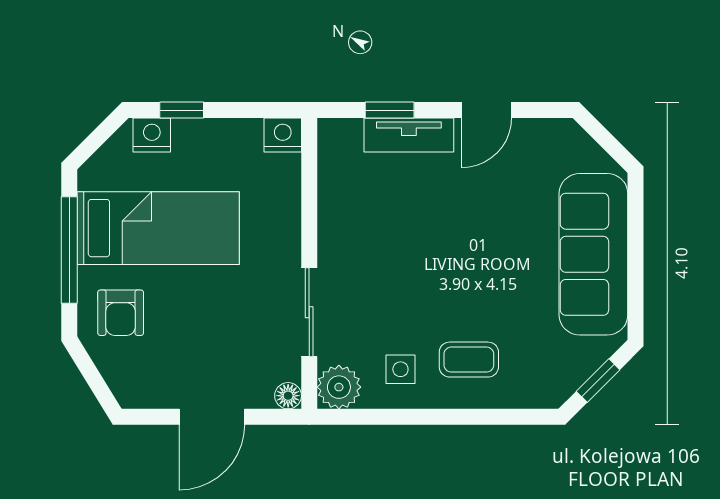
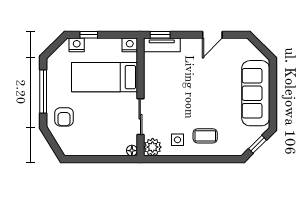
window: (390, 110) -> (160, 35), moved
tv unit: (409, 135) -> (162, 45), moved
bed: (158, 228) -> (104, 77), moved, turned 180
door: (212, 417) -> (101, 159), removed

